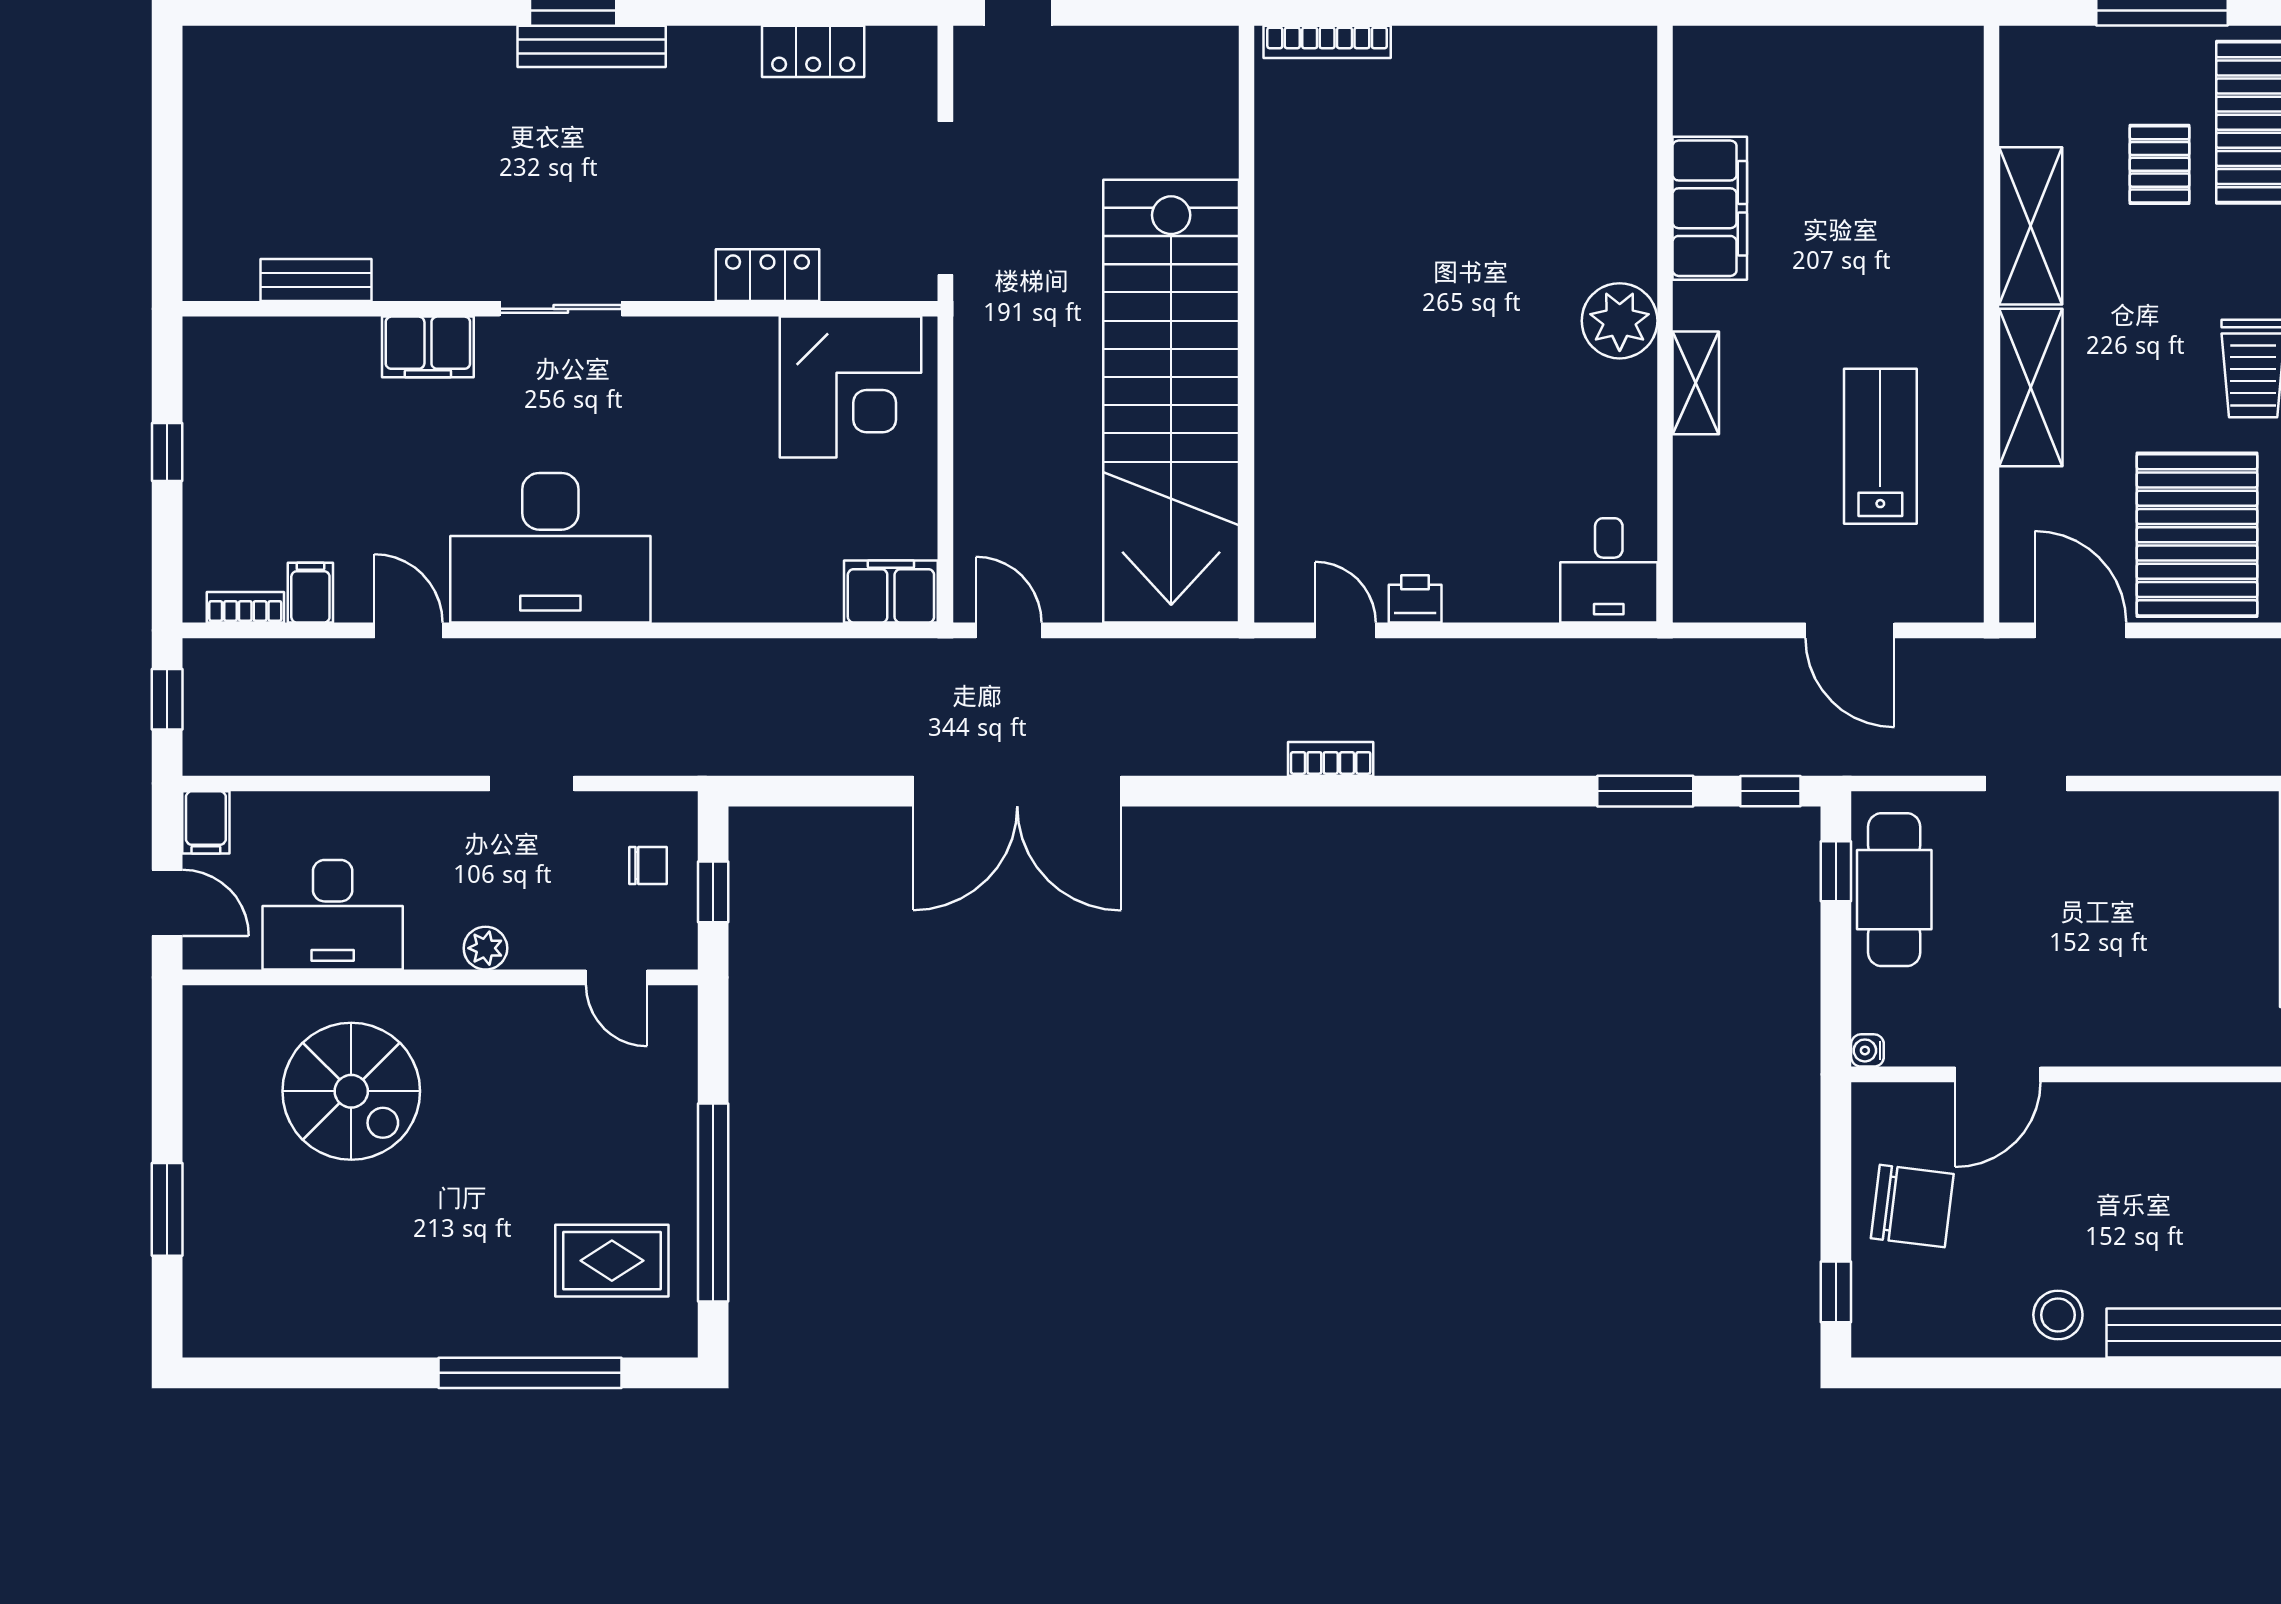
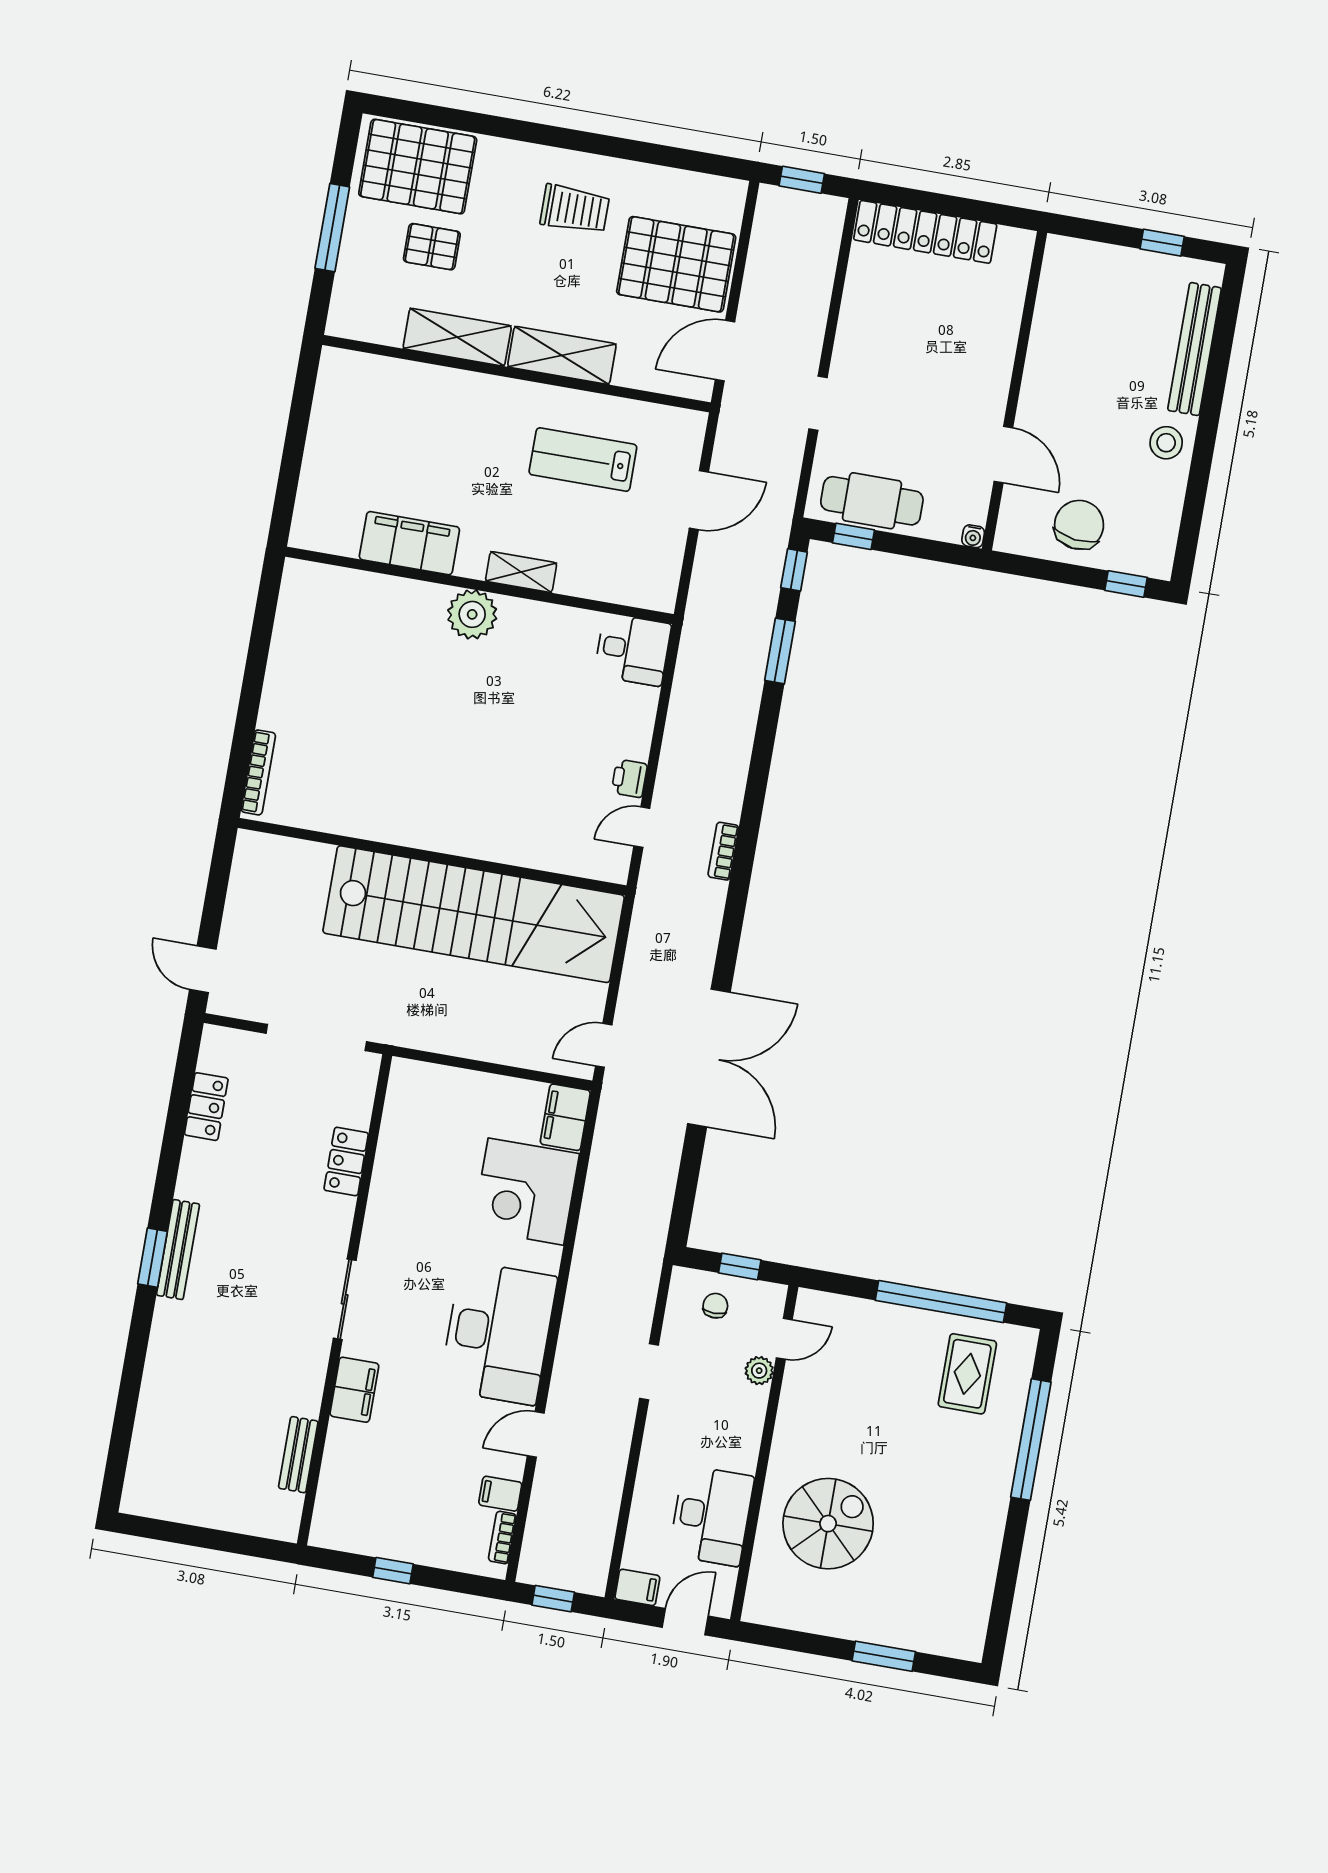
corner desk: (851, 387) -> (526, 1192), moved, turned 180
plant: (485, 948) -> (759, 1371), moved

